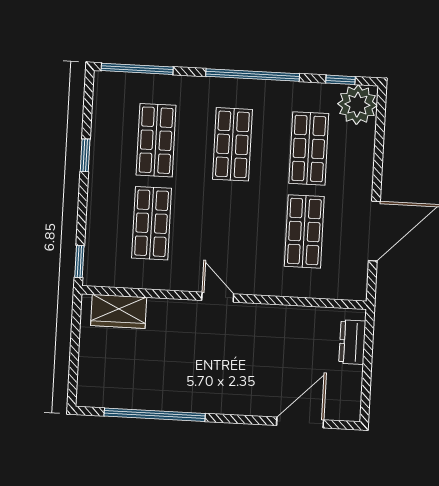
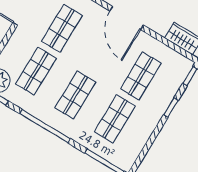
window: (85, 155) -> (171, 107), moved
door: (218, 297) -> (127, 18), width x1.88

